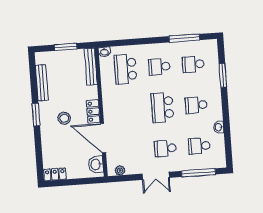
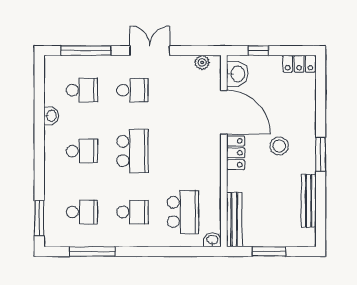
window: (223, 75) -> (39, 218), moved
window: (83, 181) -> (258, 51), added

